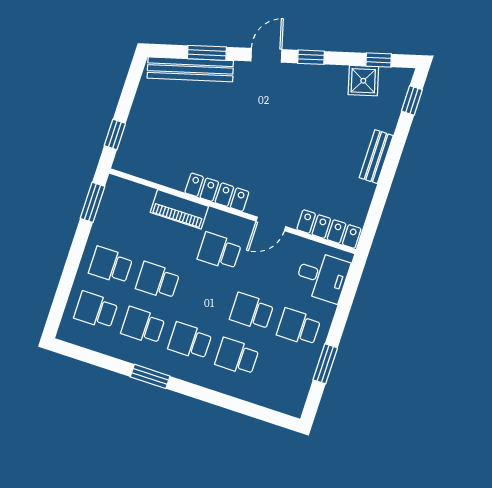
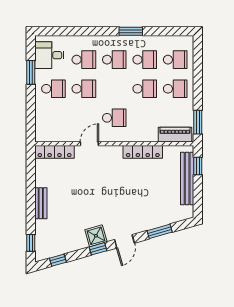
bench: (190, 69) -> (187, 179), moved, turned -74
shower: (363, 81) -> (96, 236), moved
locker: (217, 192) -> (143, 152), moved
piano: (179, 209) -> (175, 135), moved
desk: (322, 277) -> (49, 55), moved

